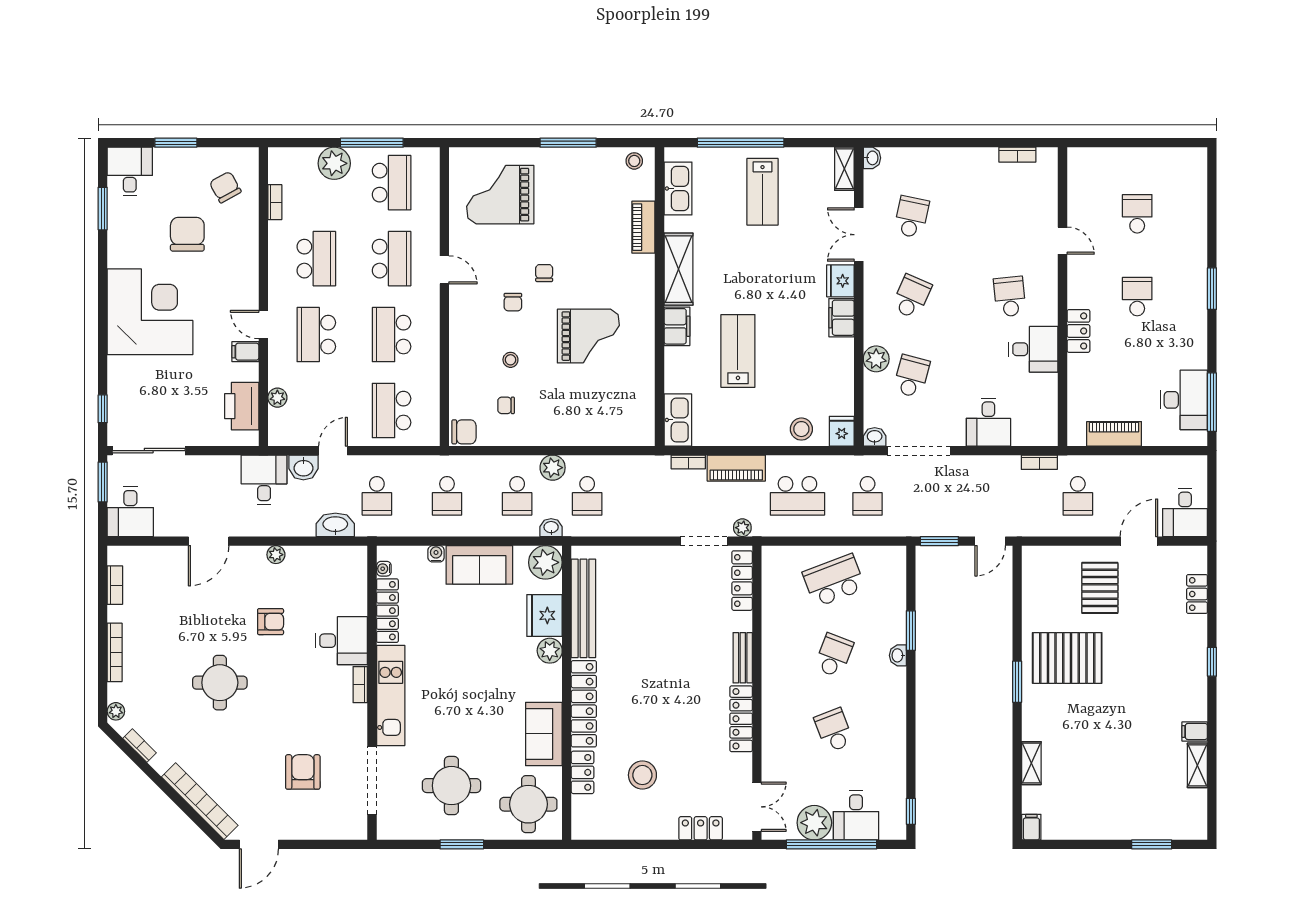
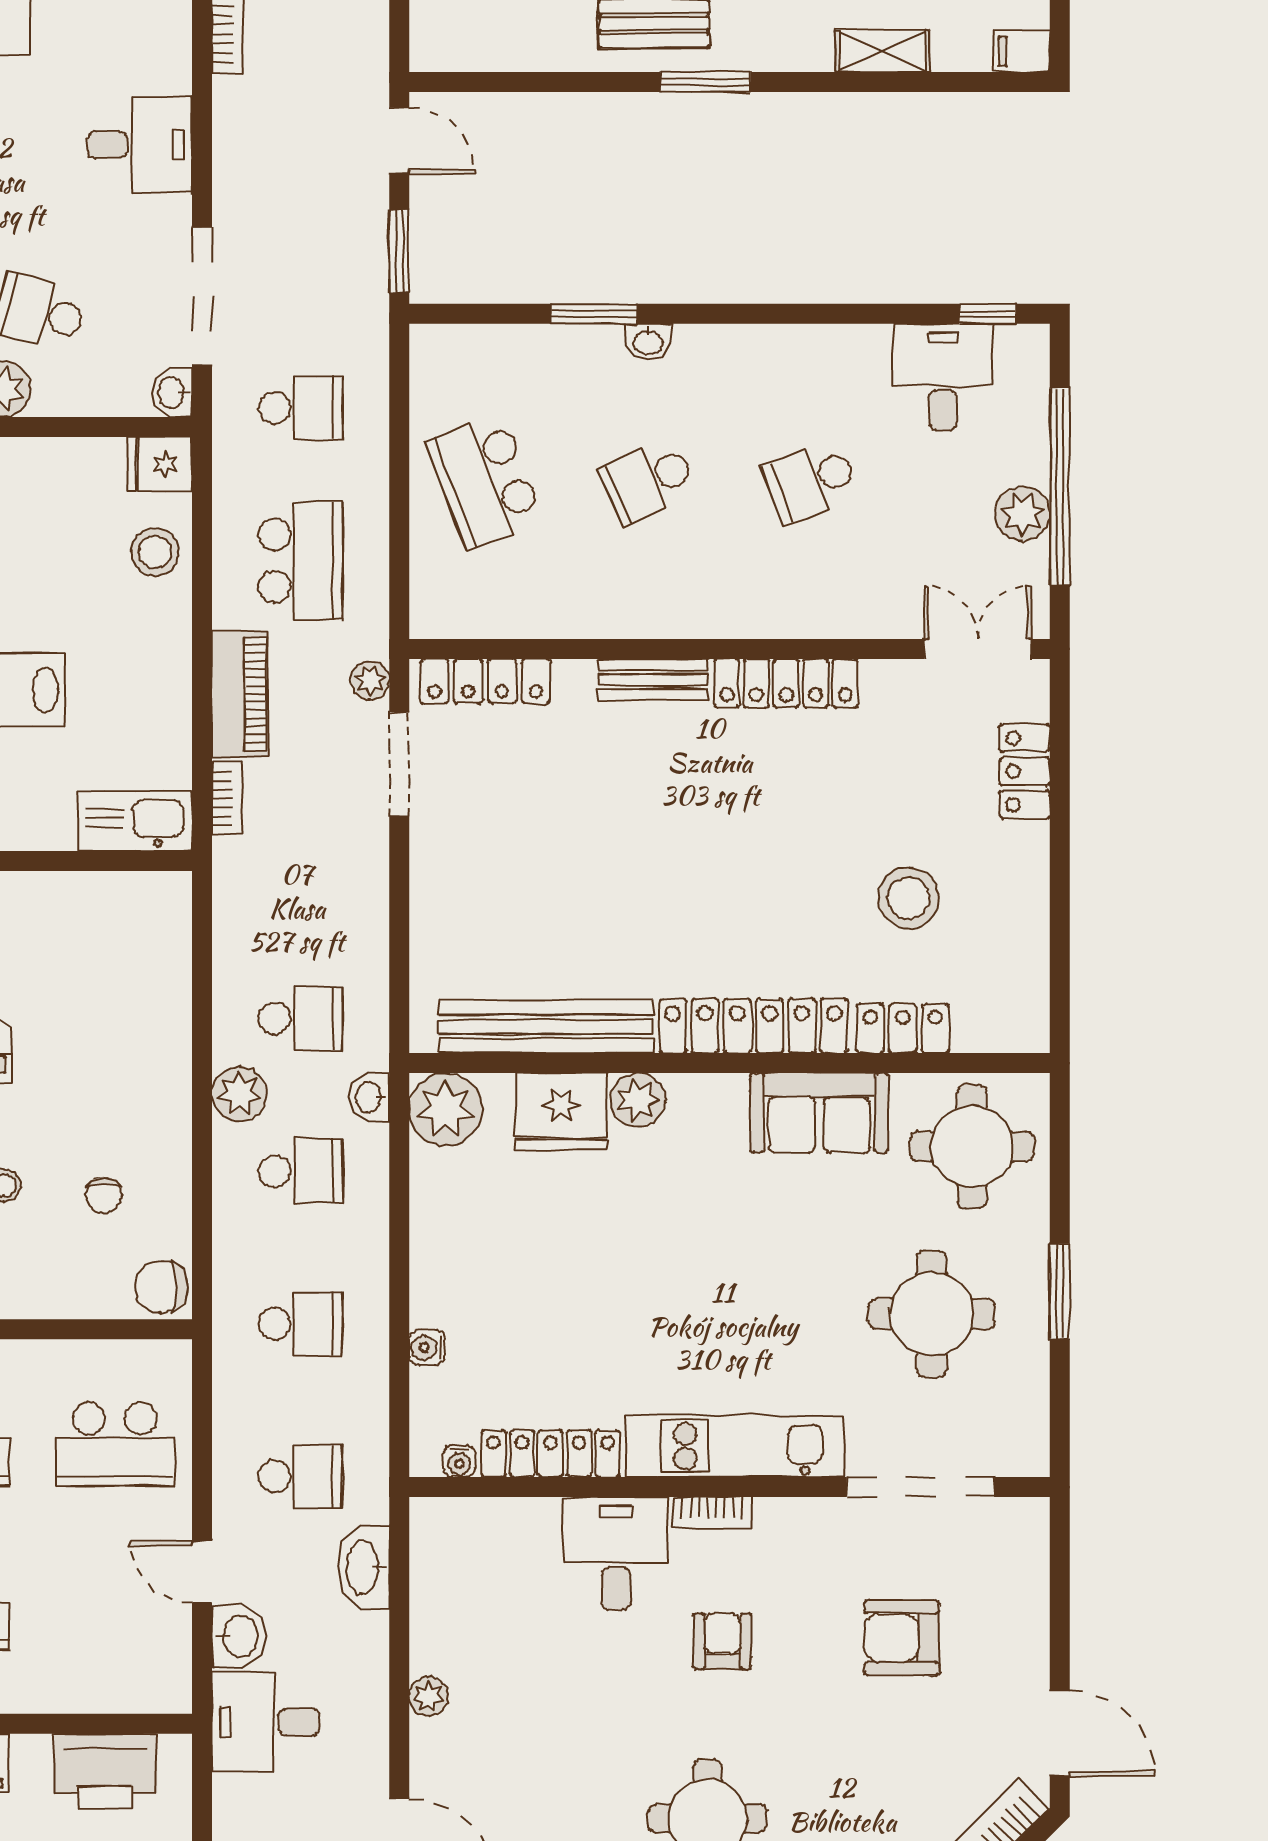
plant: (277, 398) -> (87, 1693), removed
chair: (464, 432) -> (161, 1287), turned -90
sofa: (479, 565) -> (451, 1253), removed
armchair: (271, 622) -> (722, 1641), moved
school desk: (834, 655) -> (648, 481), turned -45
desk: (856, 815) -> (943, 377), moved, turned -90
plant: (814, 823) -> (1022, 514), width x0.73, depth x0.73

